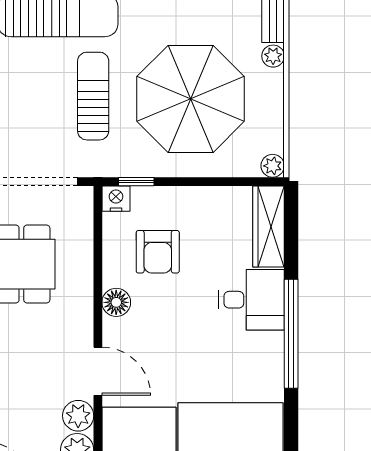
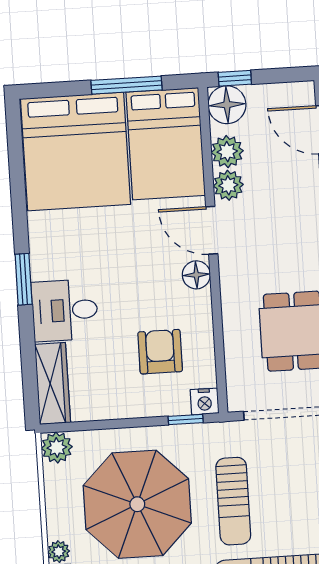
plant: (273, 166) -> (57, 447), width x1.38, depth x1.38
floor lamp: (116, 302) -> (196, 275), moved
window: (291, 334) -> (24, 279), width x0.47

